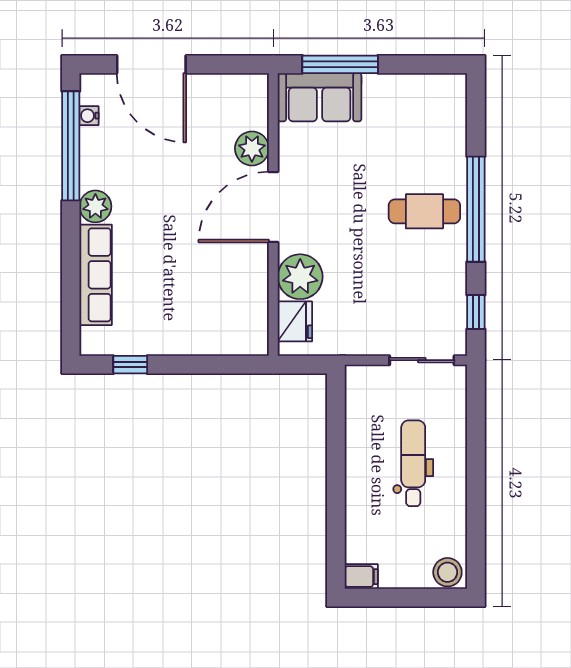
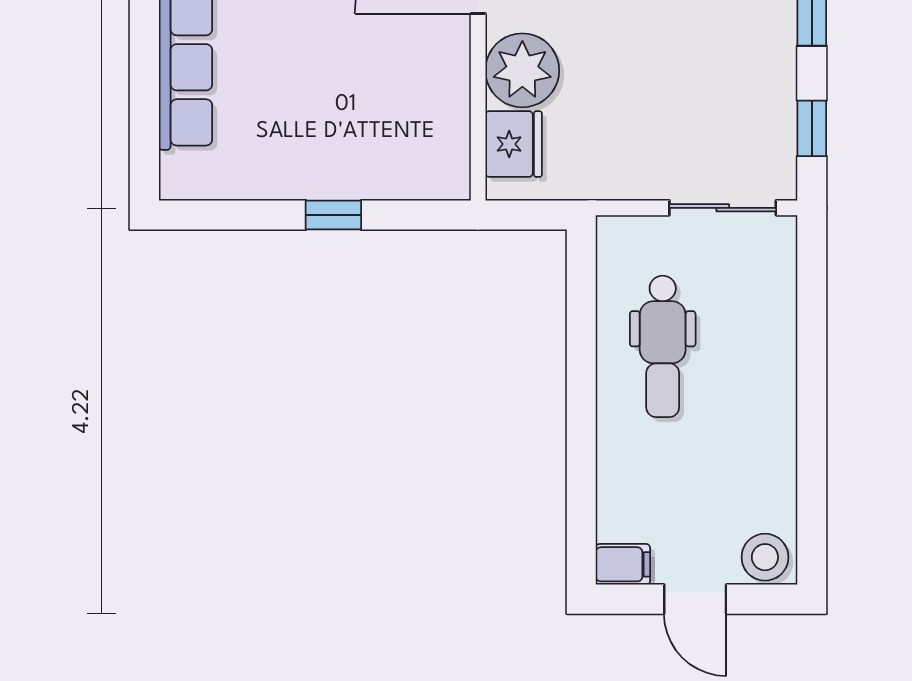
window: (130, 365) -> (333, 215), moved
dental chair: (413, 463) -> (663, 346), moved, turned 180
door: (405, 598) -> (695, 599), added

